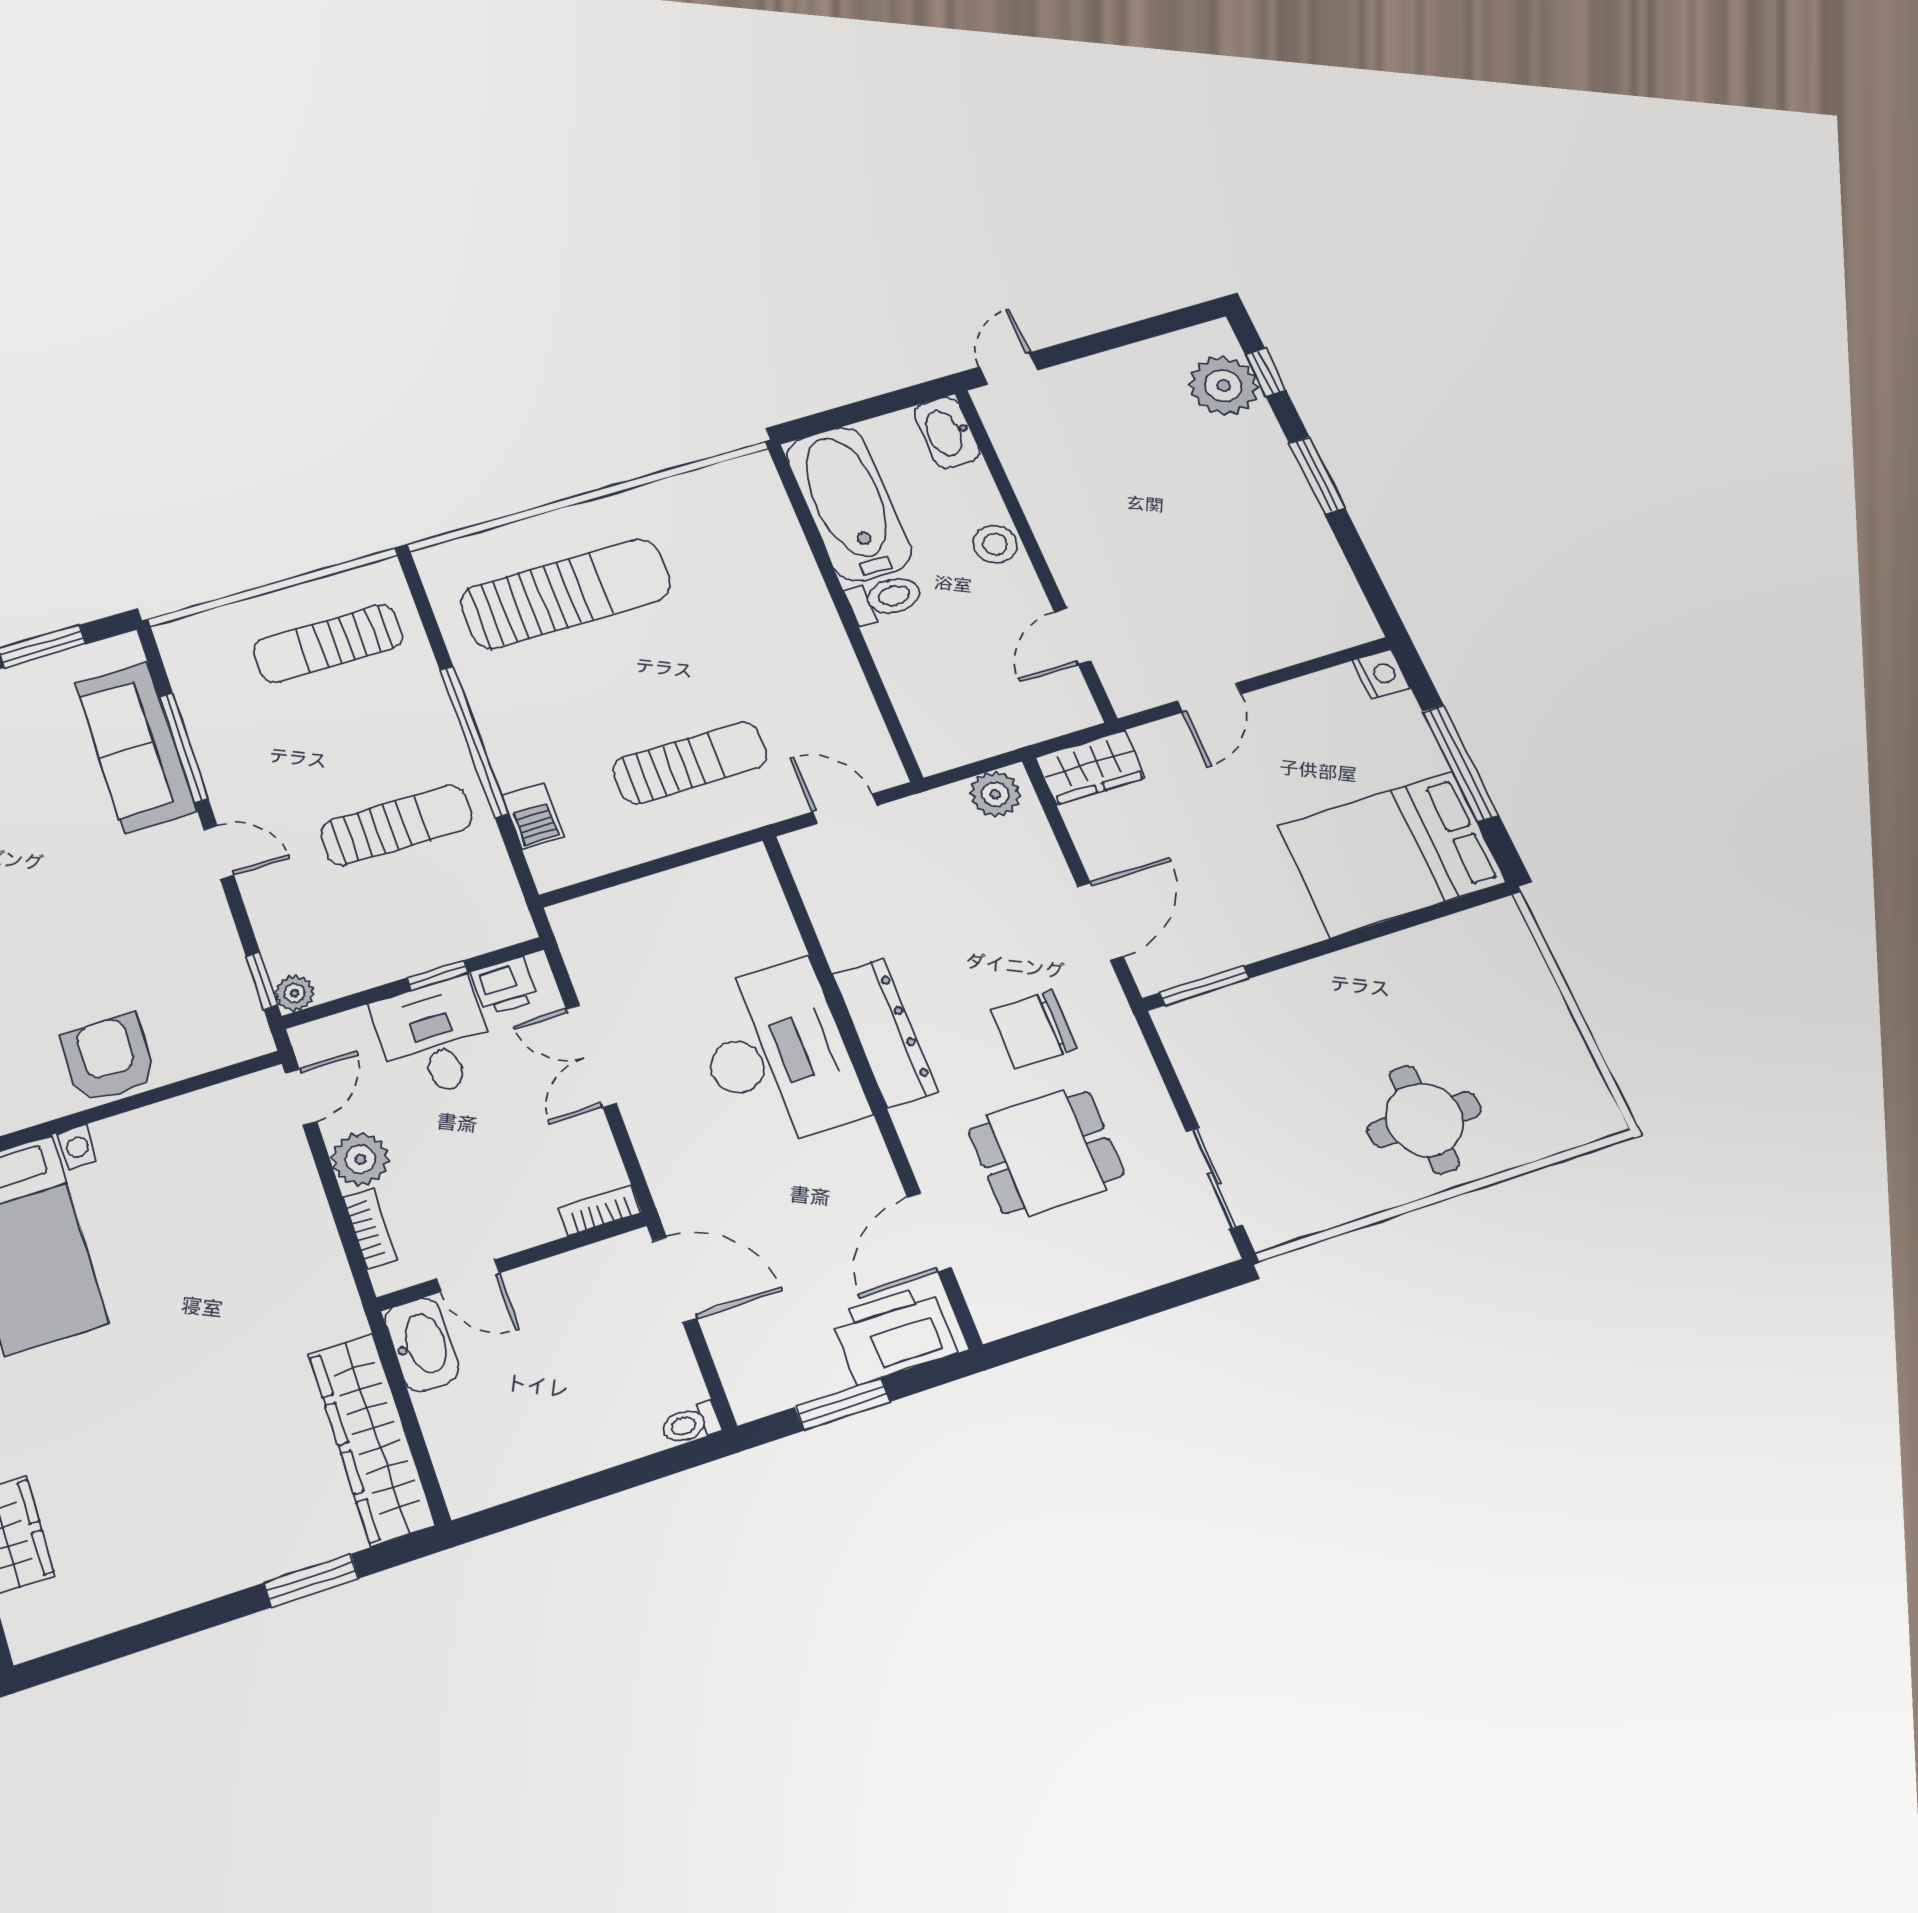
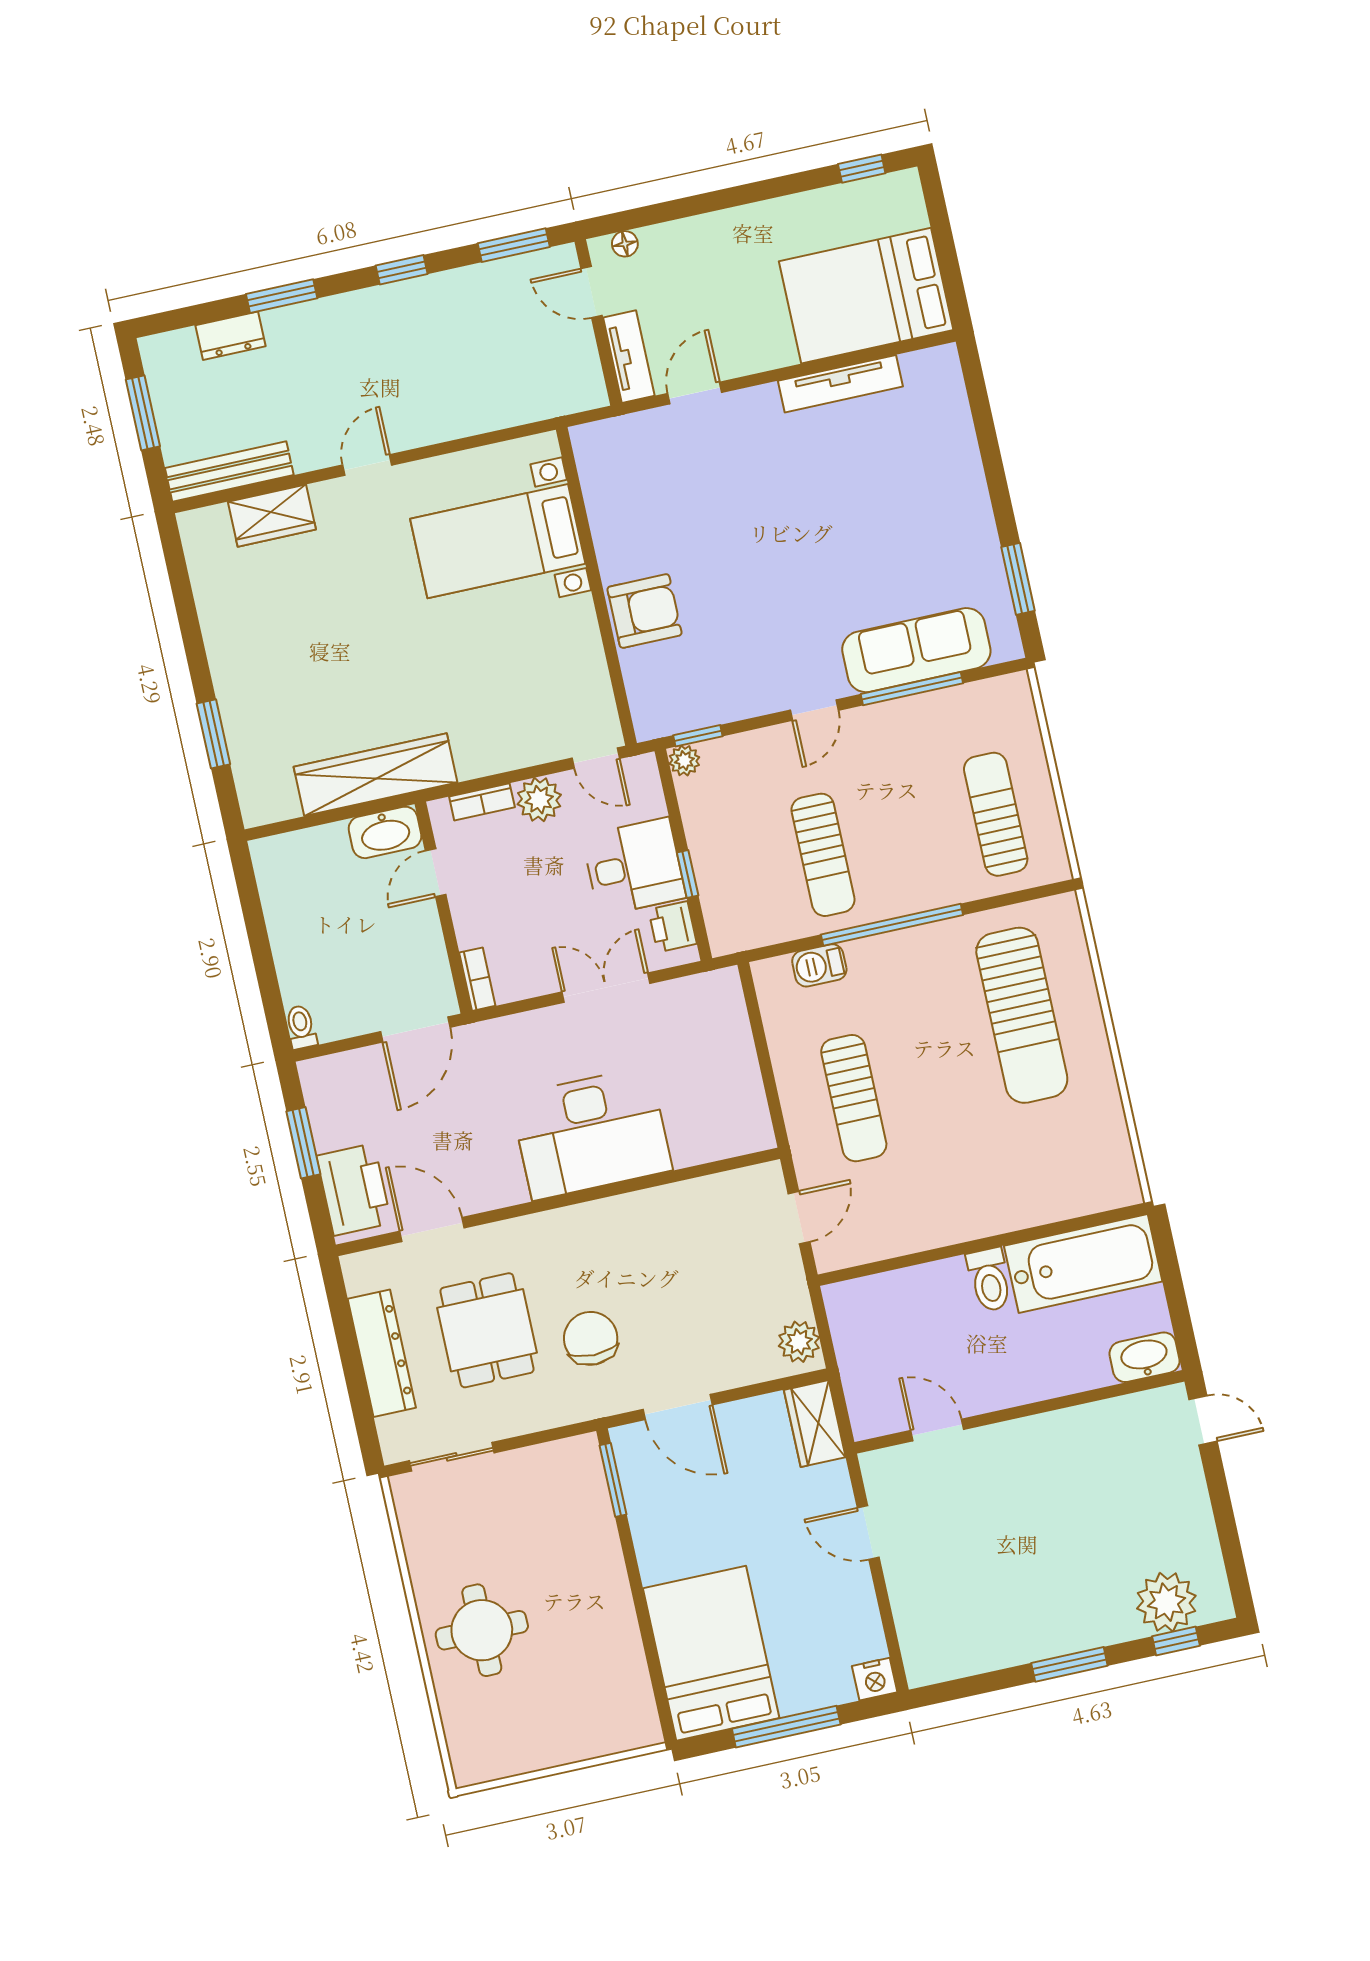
stool: (995, 544) -> (1032, 1380), removed
dresser: (885, 1032) -> (382, 1353), moved, turned -90
wardrobe: (372, 1439) -> (376, 775), moved

